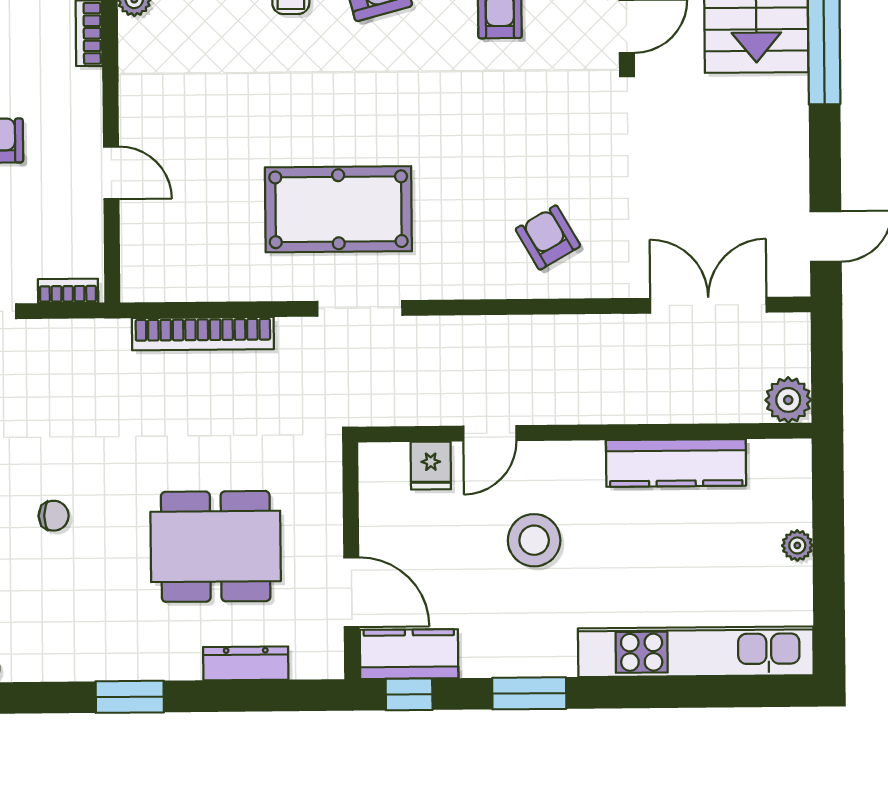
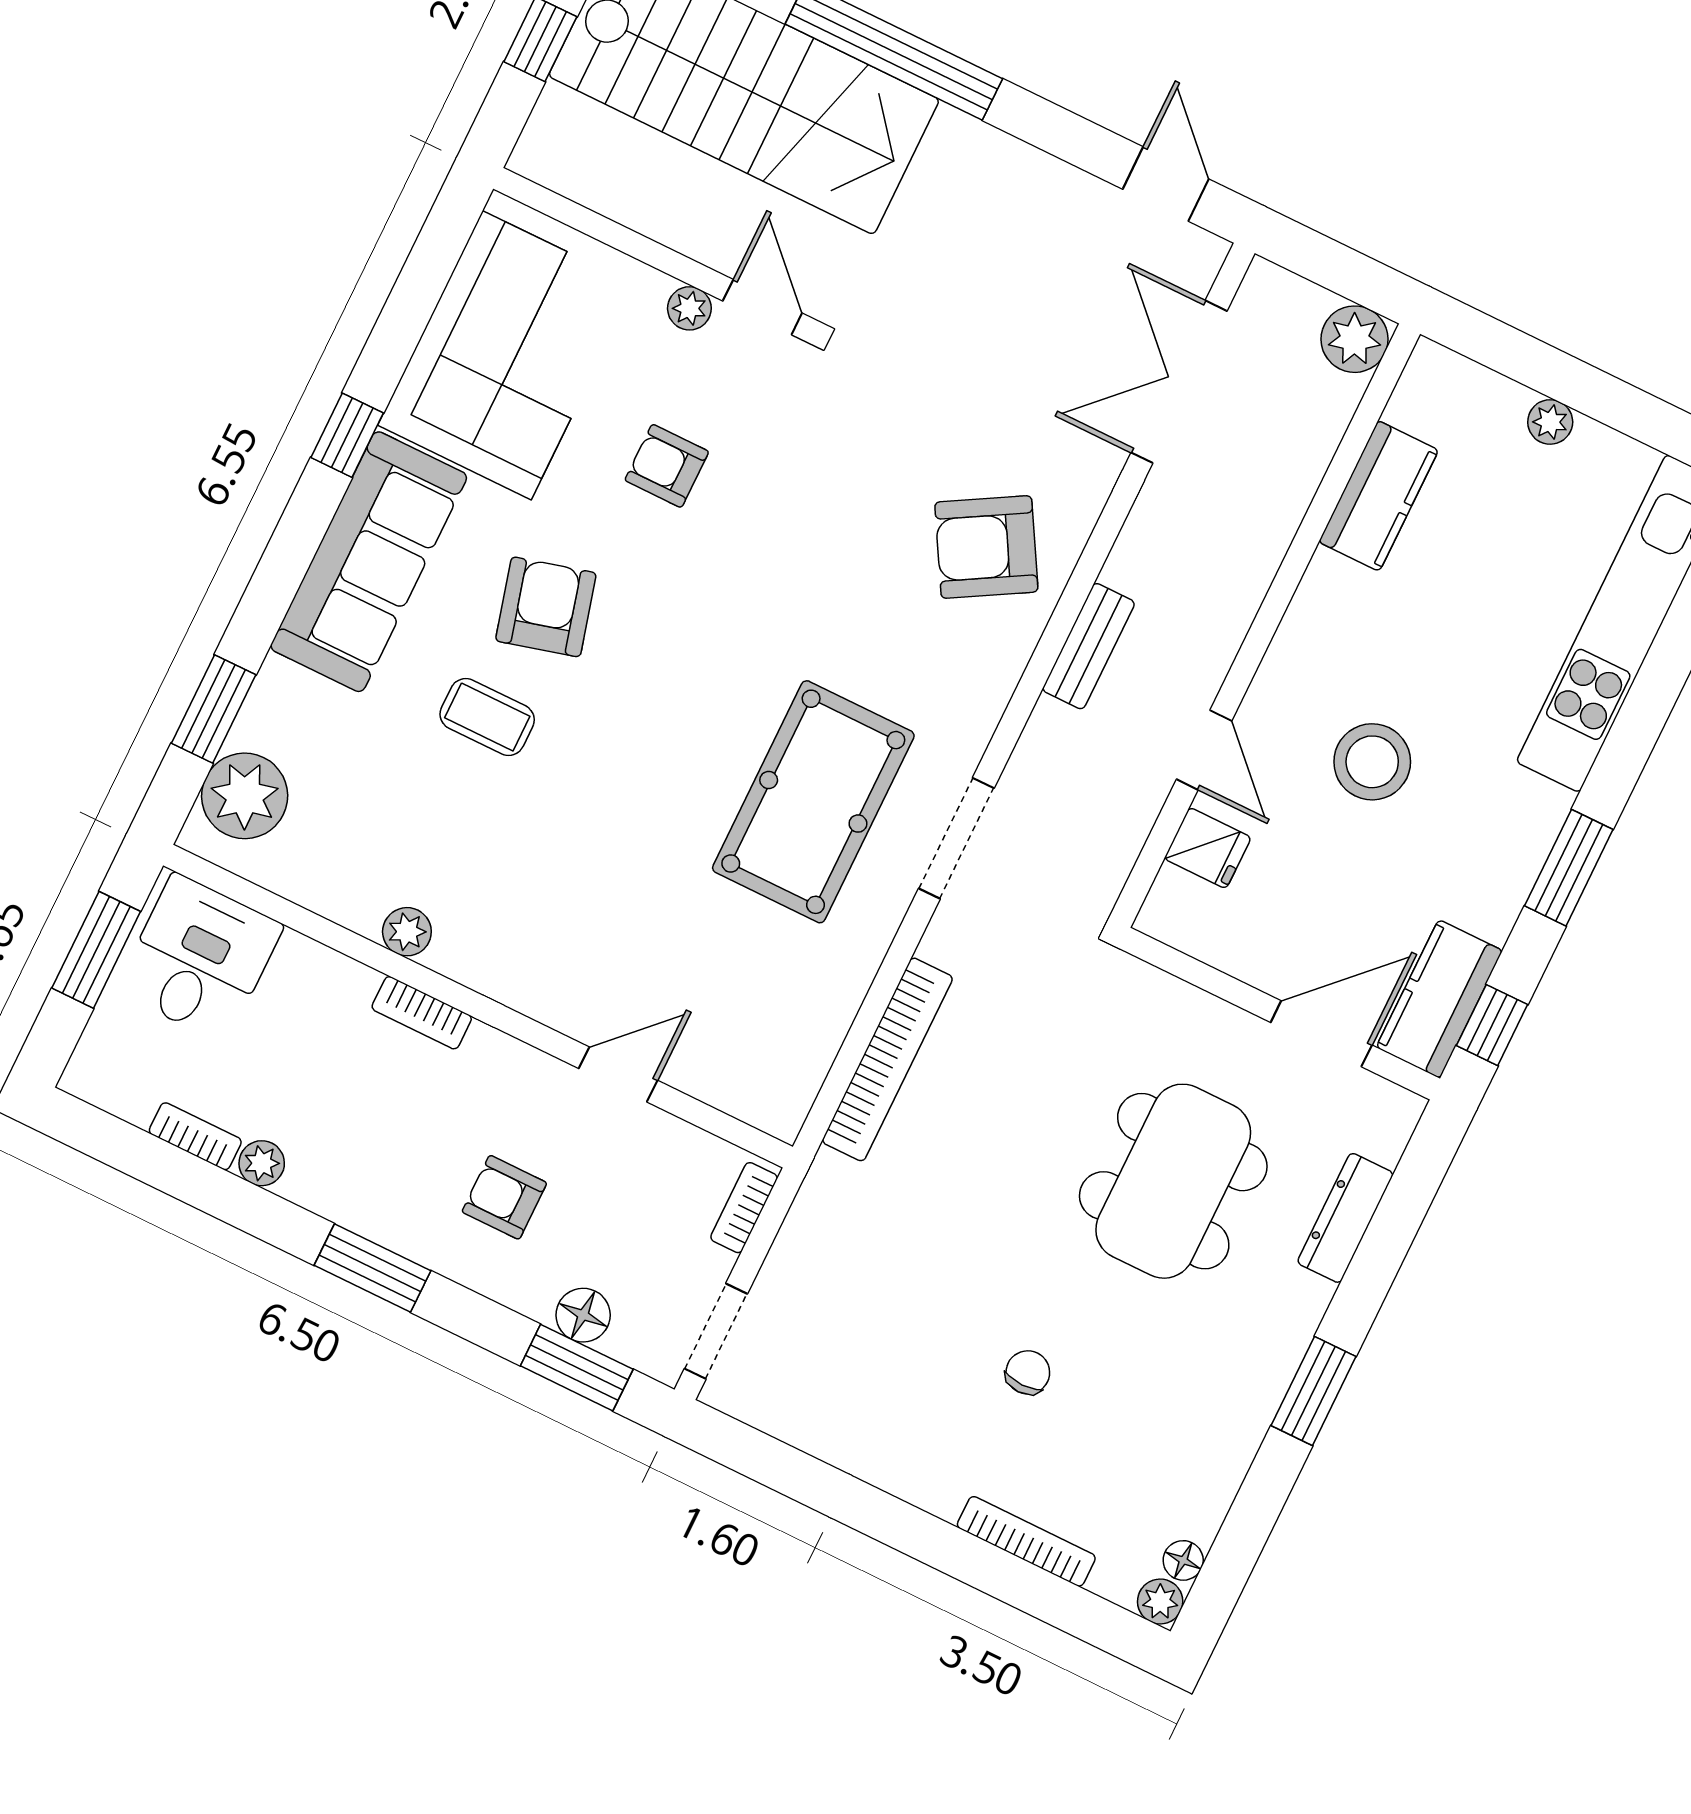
armchair: (548, 237) -> (986, 547), width x1.38, depth x1.38
bench: (518, 331) -> (1089, 646), added
kitchen counter: (676, 463) -> (1379, 496), width x0.67

